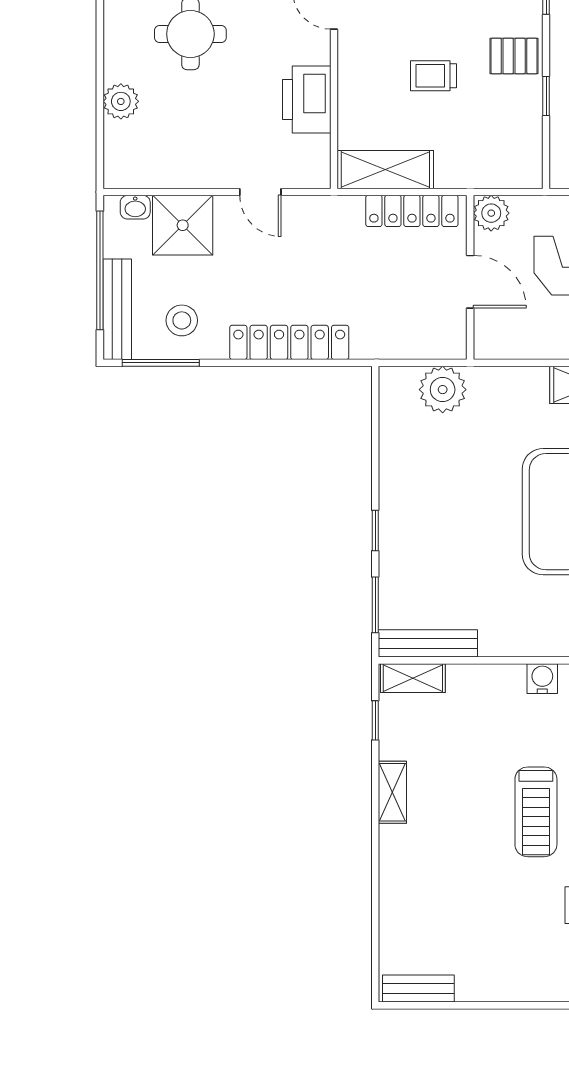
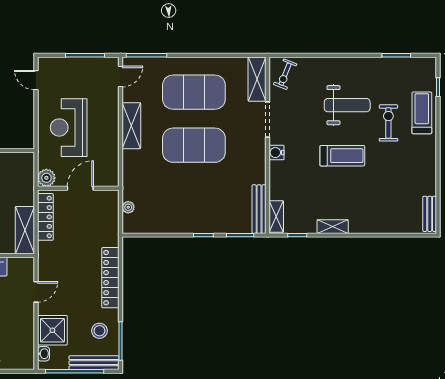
plant: (443, 390) -> (128, 207), width x0.53, depth x0.53

